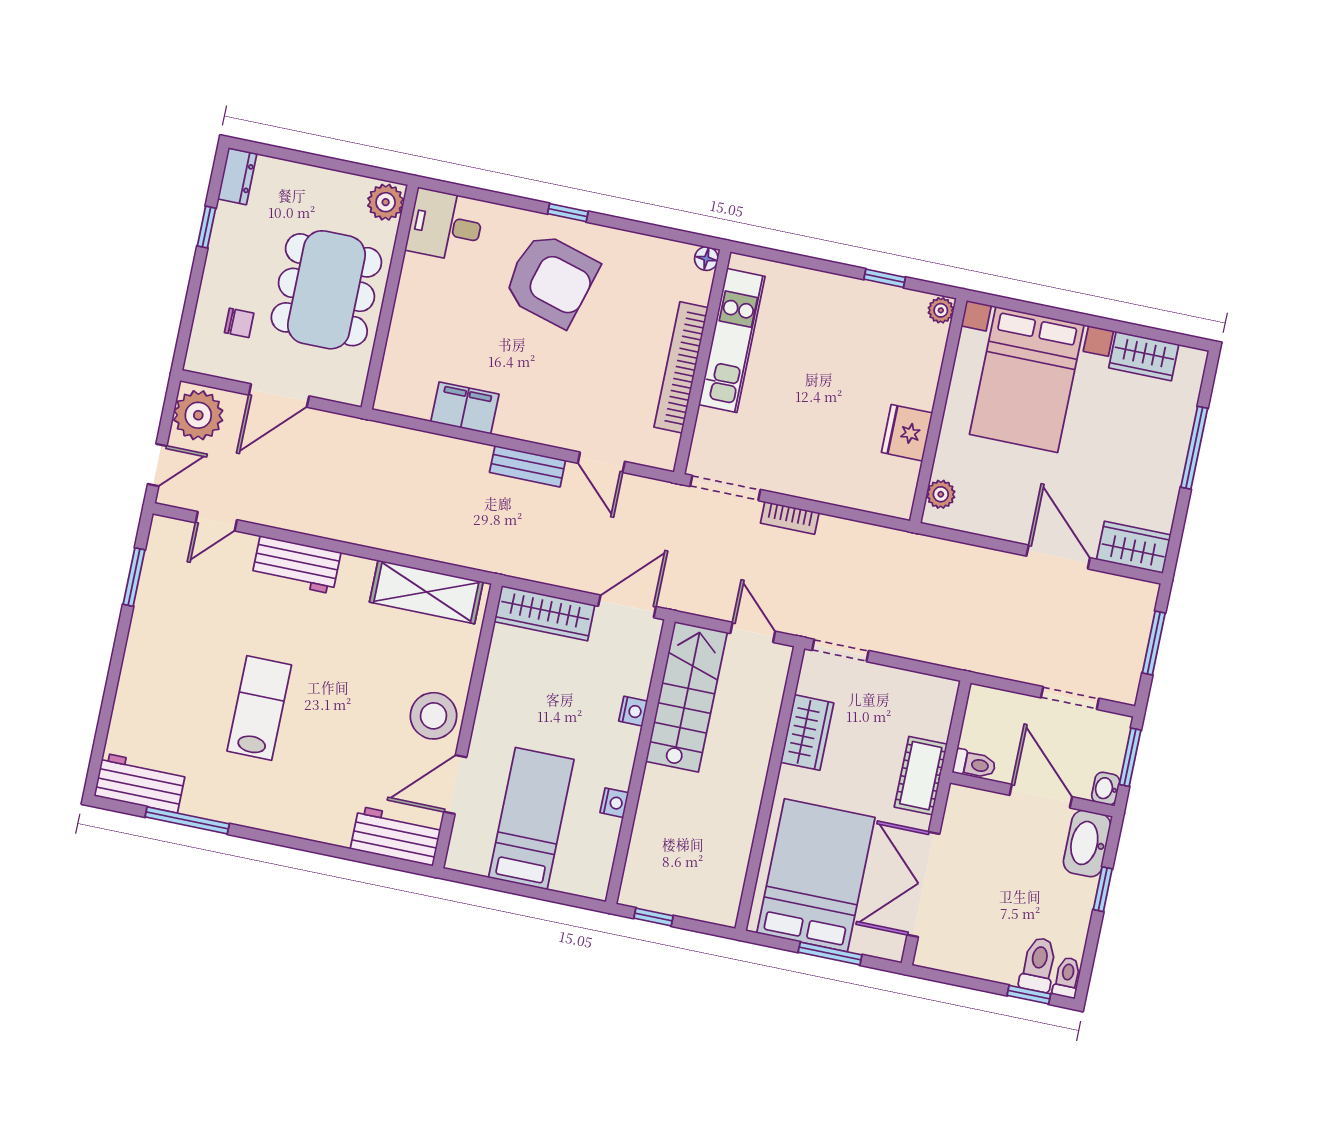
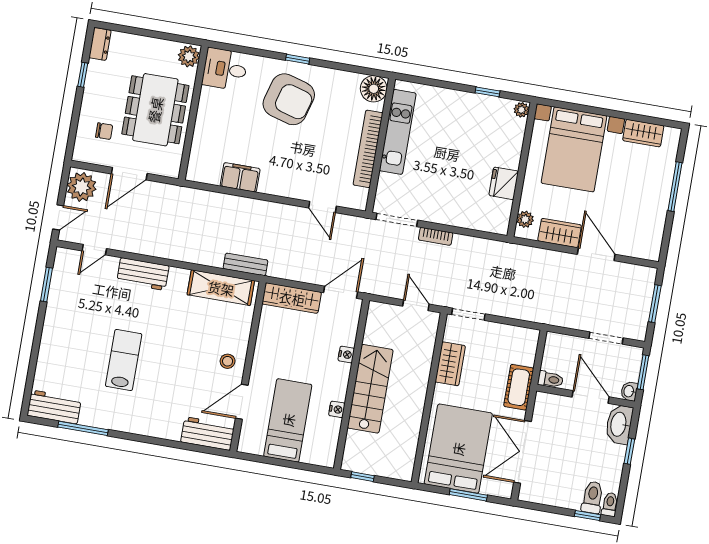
floor lamp: (706, 259) -> (374, 89), width x1.89, depth x1.89
bench: (528, 466) -> (246, 264), moved
wardrobe: (1134, 547) -> (560, 233), moved
stairs: (686, 697) -> (370, 389), moved
stool: (433, 716) -> (228, 361), width x0.53, depth x0.53

